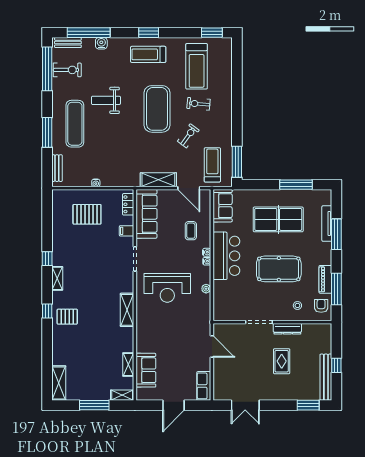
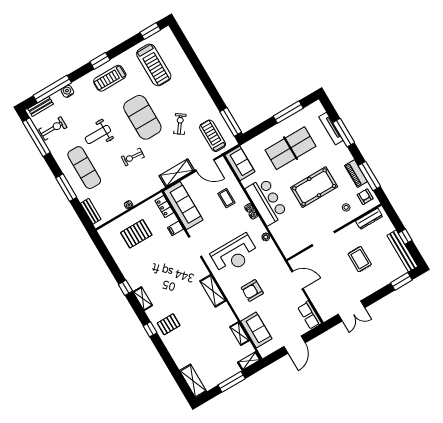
exercise bike: (199, 104) -> (133, 157), moved
dresser: (287, 329) -> (369, 219), moved
armchair: (164, 331) -> (252, 290), added

